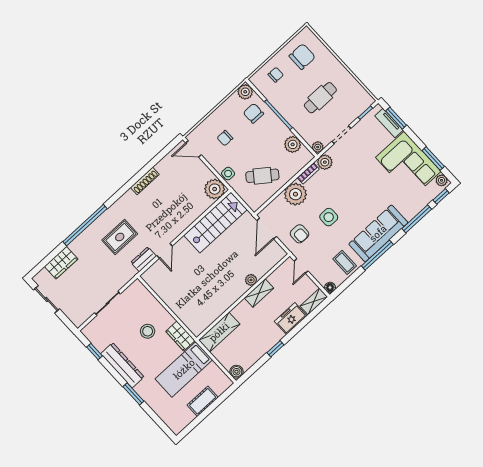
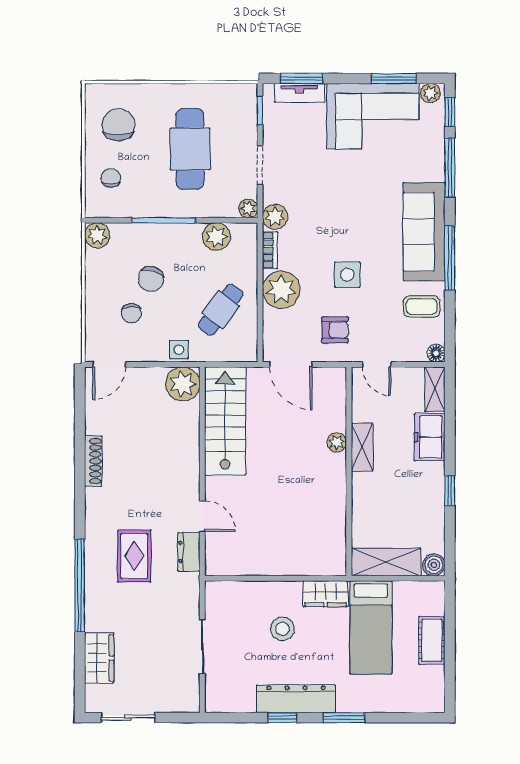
cafe table: (320, 98) -> (190, 149), width x1.37, depth x1.35
chair: (253, 113) -> (151, 279), moved, turned -73
shelving: (219, 332) -> (386, 562), moved, turned 90
window: (94, 351) -> (282, 718), moved

